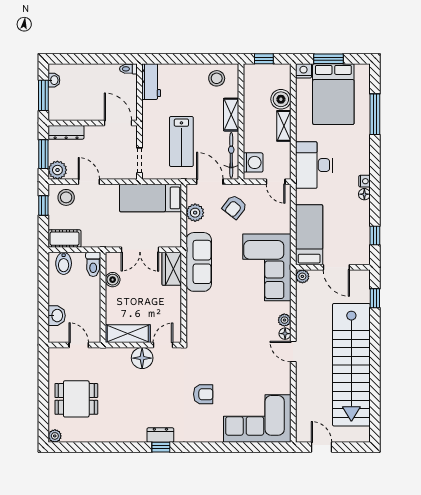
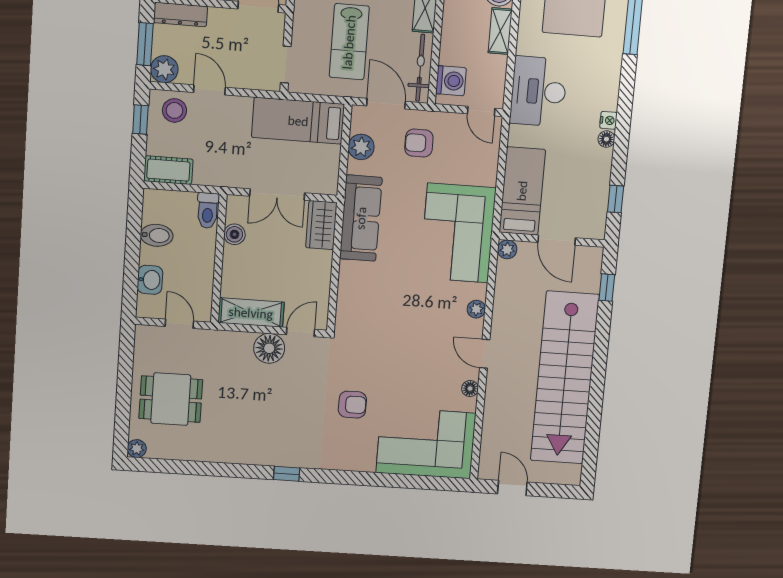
armchair: (235, 207) -> (419, 143), turned 52
bidet: (64, 263) -> (157, 235), moved, turned -90
floor lamp: (285, 334) -> (470, 388), moved
dresser: (160, 435) -> (287, 457), removed

